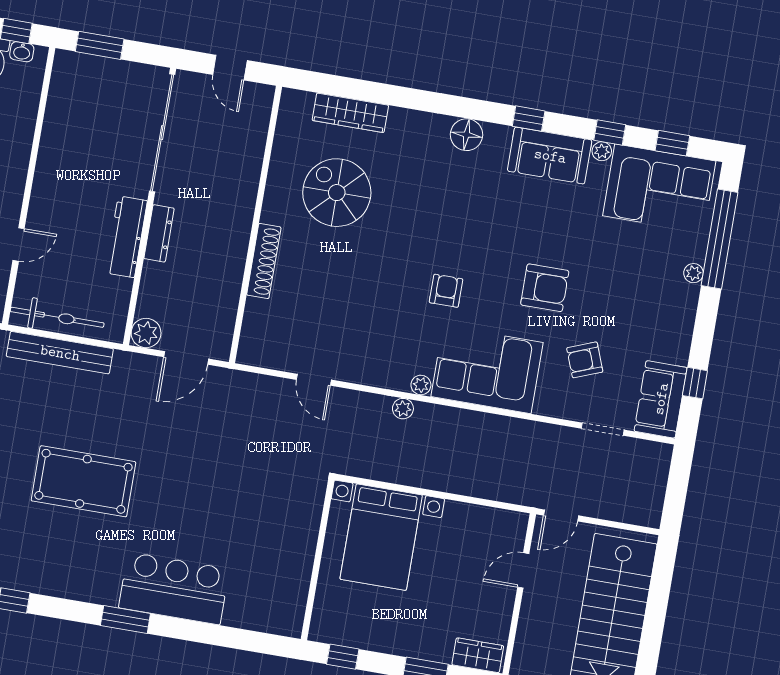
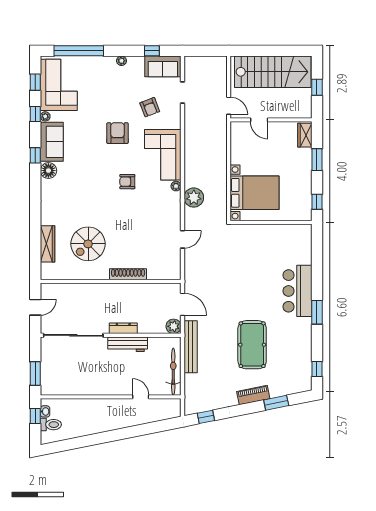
floor lamp: (466, 135) -> (48, 171), moved
plant: (694, 273) -> (121, 61), moved
bench: (60, 353) -> (191, 347), moved
plant: (403, 409) -> (194, 198), width x1.87, depth x1.87

